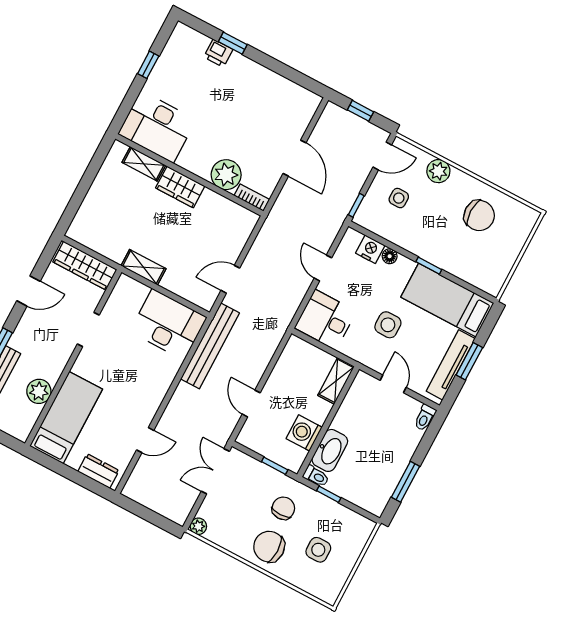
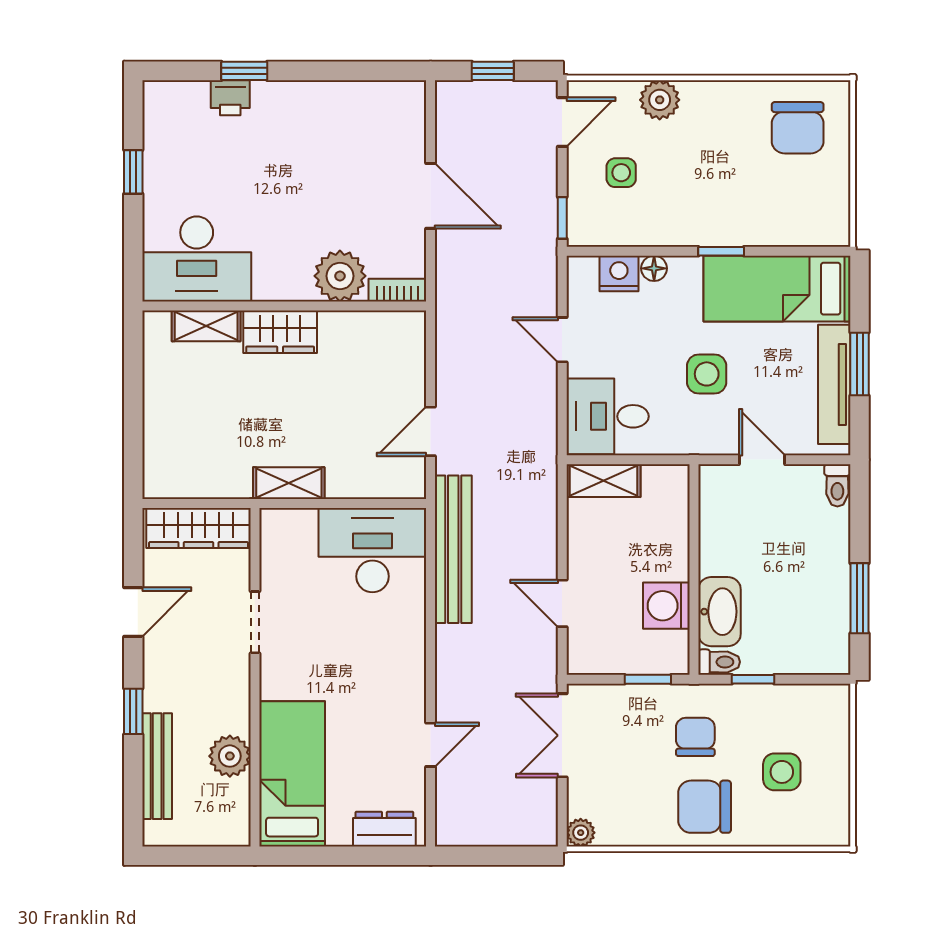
chair: (479, 215) -> (798, 128), moved, turned 90
shelving: (336, 381) -> (603, 481), moved, turned 90

